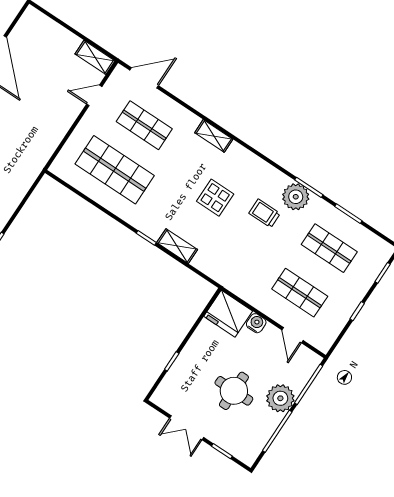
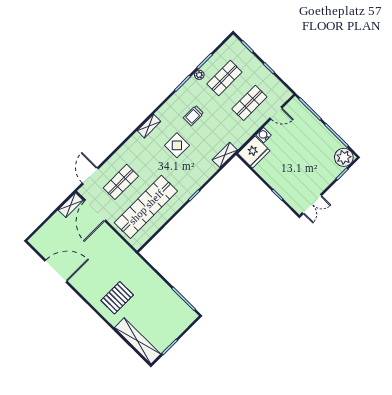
door: (94, 95) -> (95, 211), width x1.87
shelving: (214, 136) -> (149, 126), moved
shop shelf: (115, 170) -> (146, 207), width x1.40
plant: (296, 197) -> (199, 75), moved, width x0.53, depth x0.53
shelving: (177, 246) -> (225, 155), moved
round table: (234, 391) -> (305, 158), removed
plant: (280, 398) -> (344, 157), moved
double door: (187, 428) -> (312, 204), moved

